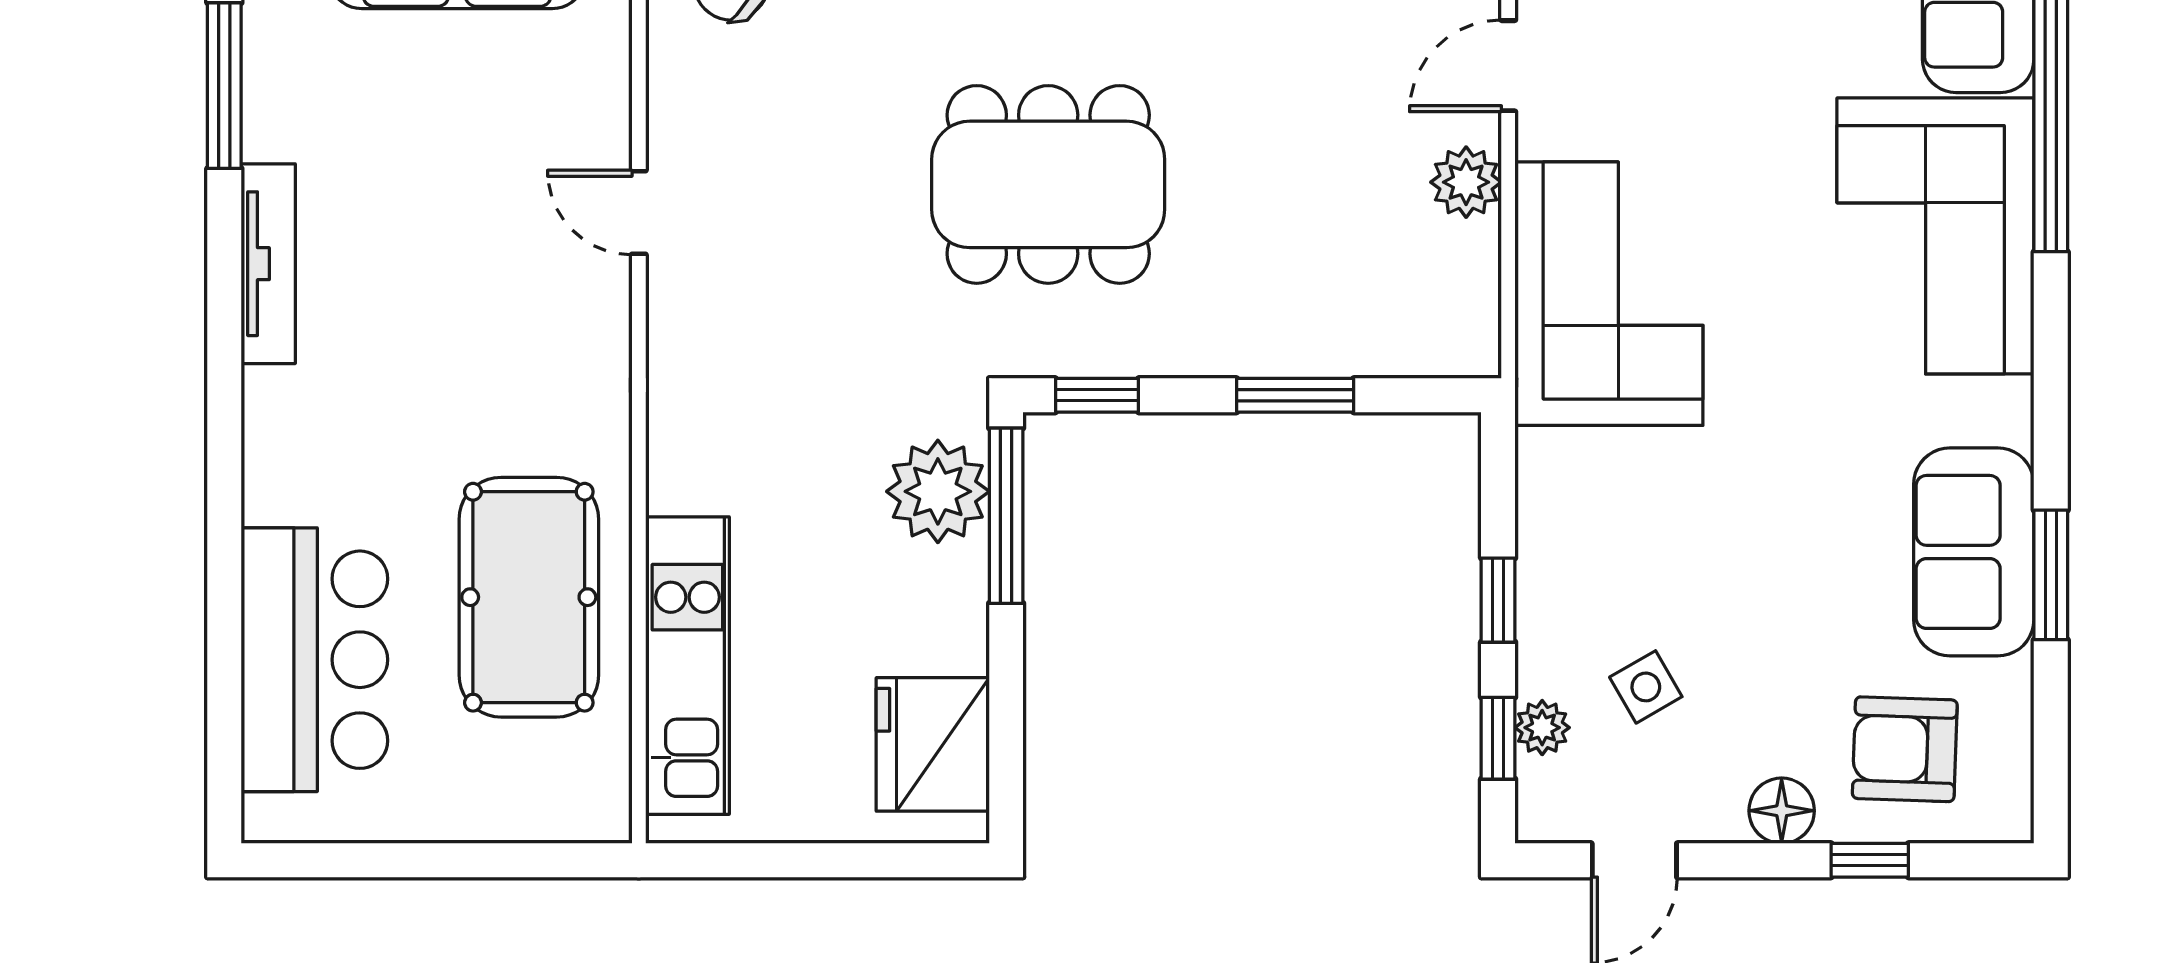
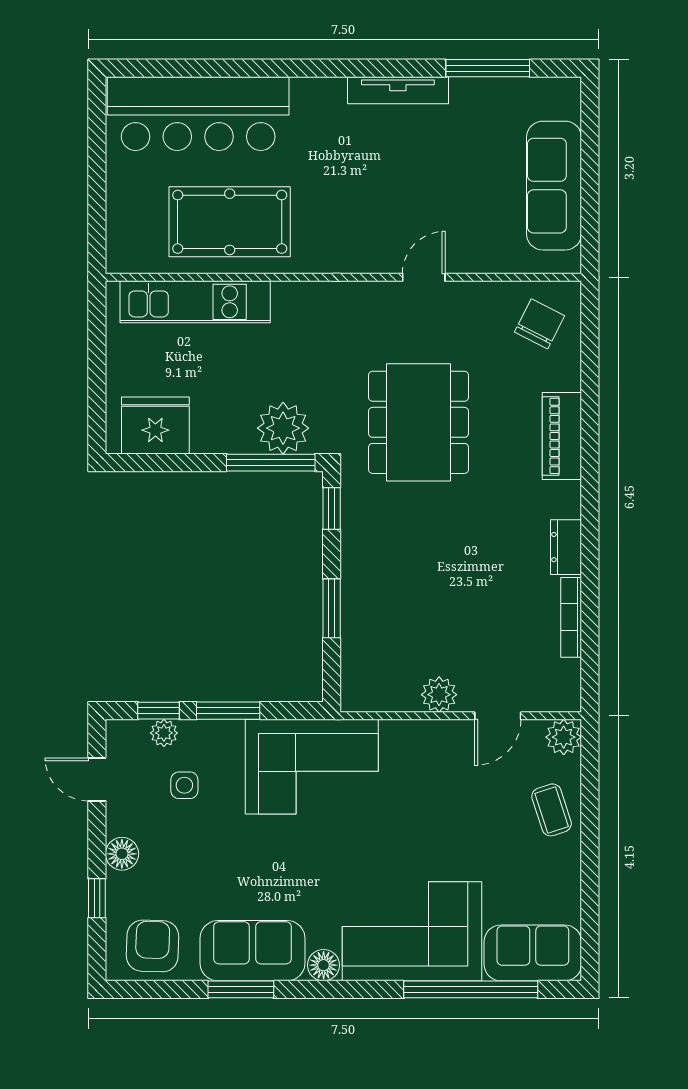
door: (1508, 66) -> (498, 716), swing flipped
dining table: (1048, 184) -> (419, 422), moved
corner sofa: (1609, 294) -> (312, 767), moved
floor lamp: (2003, 411) -> (324, 965), added
window: (1498, 600) -> (228, 711), width x1.50
bar counter: (314, 660) -> (198, 114), width x1.36
side table: (1646, 687) -> (184, 785), turned 30
armchair: (1905, 749) -> (152, 946), moved

